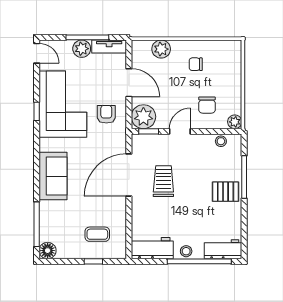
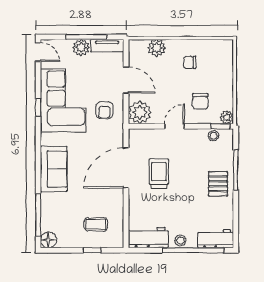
armchair: (106, 114) -> (104, 110), turned 180
window: (149, 131) -> (220, 126), moved
pallet: (226, 192) -> (218, 184), turned 90

